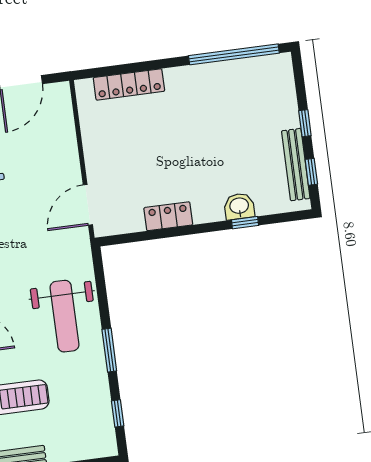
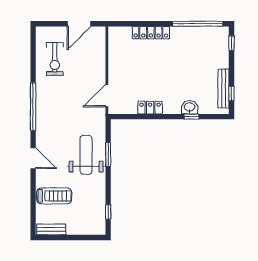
locker: (129, 84) -> (151, 33), moved
window: (305, 123) -> (231, 43), moved
weight bench: (65, 316) -> (86, 155), turned 180
window: (109, 350) -> (108, 155), moved

